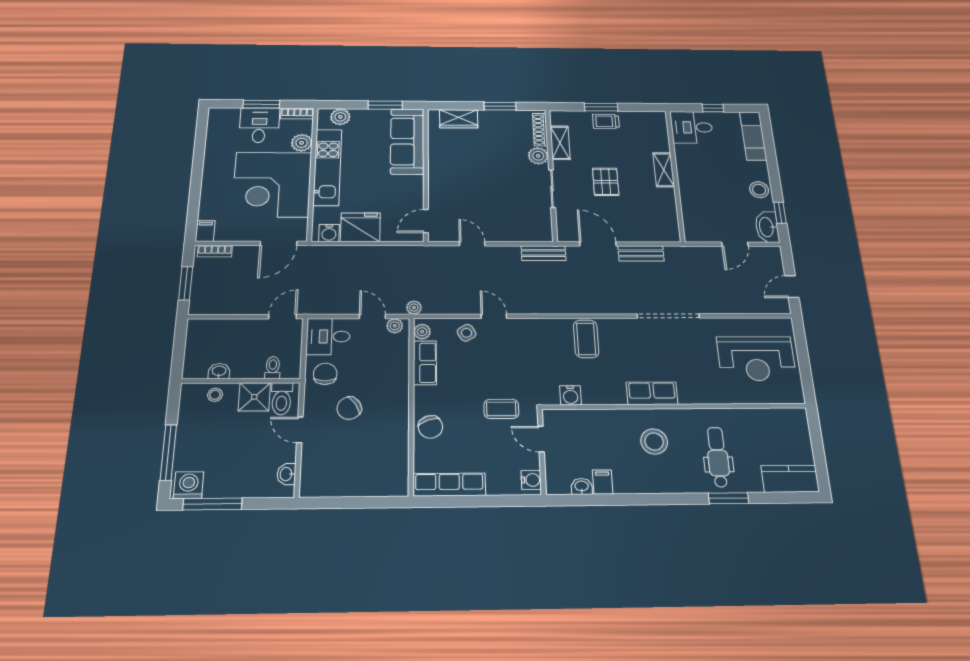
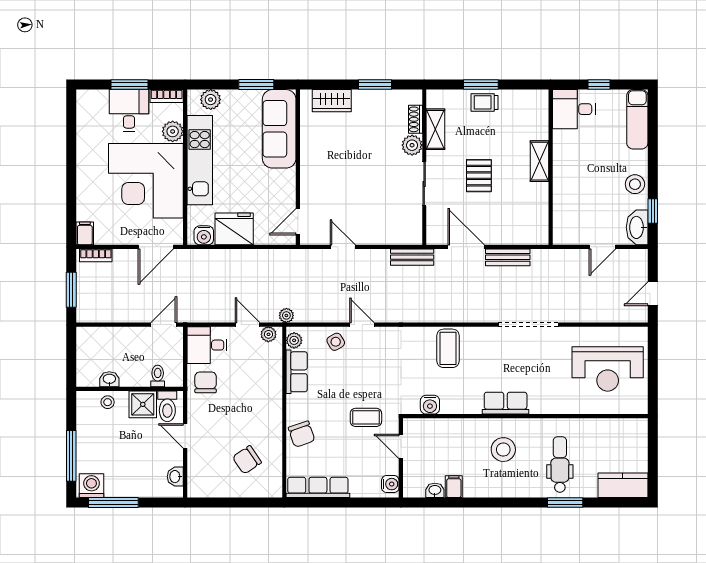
shoe rack: (540, 130) -> (415, 119), width x0.70
chair: (349, 408) -> (247, 460), moved

